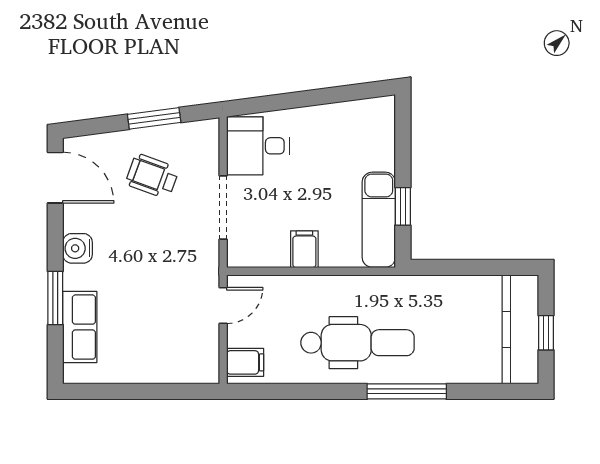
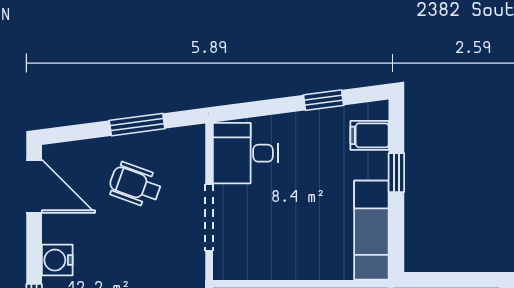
window: (333, 95) -> (324, 100), added
window: (403, 206) -> (396, 173), moved
filing cabinet: (304, 249) -> (370, 135), moved, turned -90

